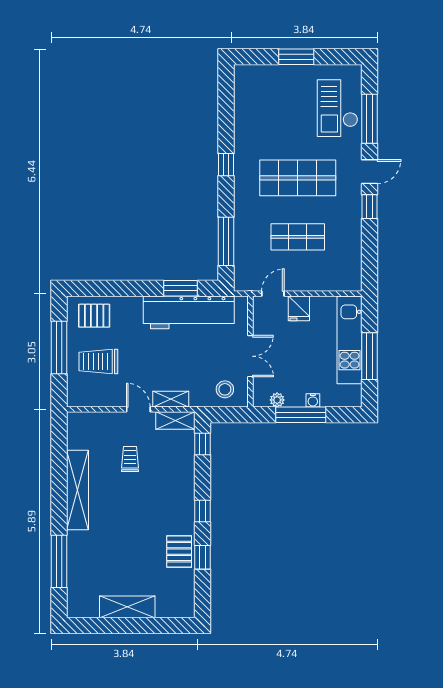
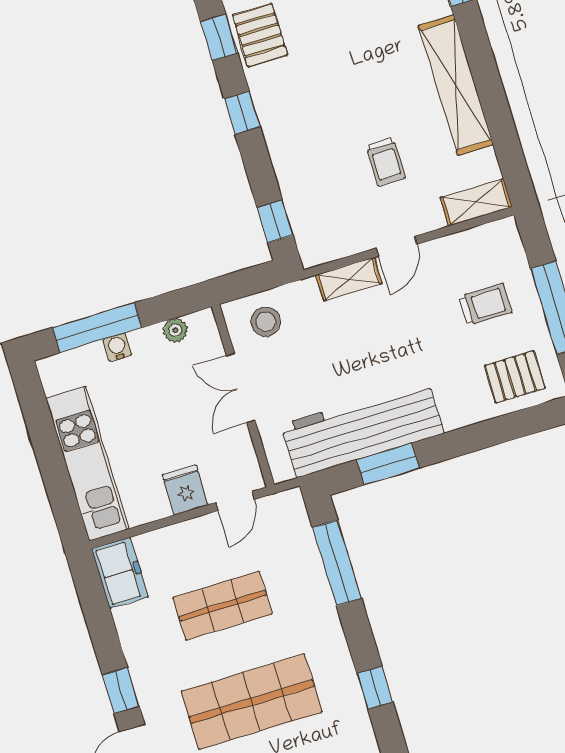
freezer: (350, 273) -> (120, 573), added
window: (370, 356) -> (47, 447), removed
trolley: (98, 361) -> (485, 304), width x0.73, depth x0.72
door: (138, 409) -> (397, 246), hinge flipped
window: (301, 415) -> (97, 328), moved
shelving: (175, 421) -> (476, 202), moved

